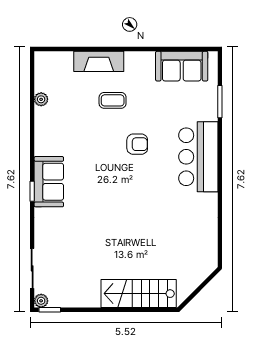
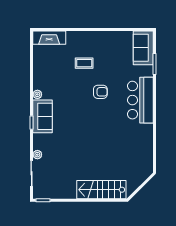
fireplace: (99, 61) -> (49, 38), moved
sofa: (182, 66) -> (143, 48), moved, turned 90
plant: (41, 99) -> (37, 94), moved
plant: (41, 301) -> (37, 155), moved

